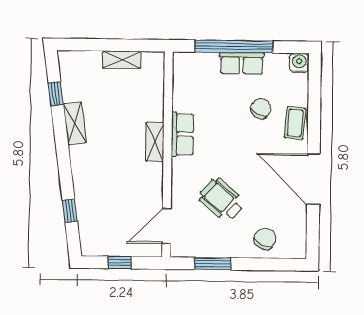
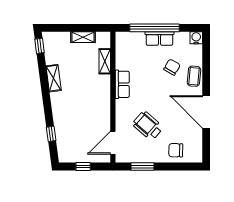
window: (56, 93) -> (39, 46), moved
shelving: (155, 142) -> (105, 61), moved
chair: (265, 239) -> (176, 150), turned -114

